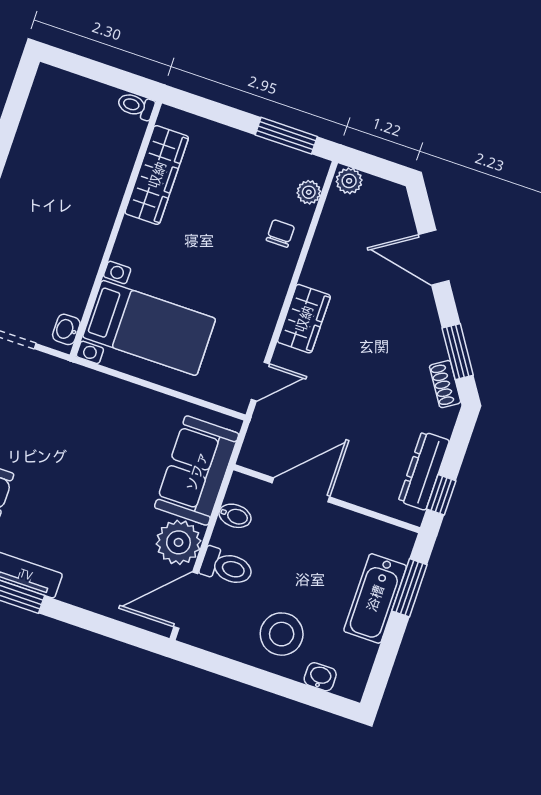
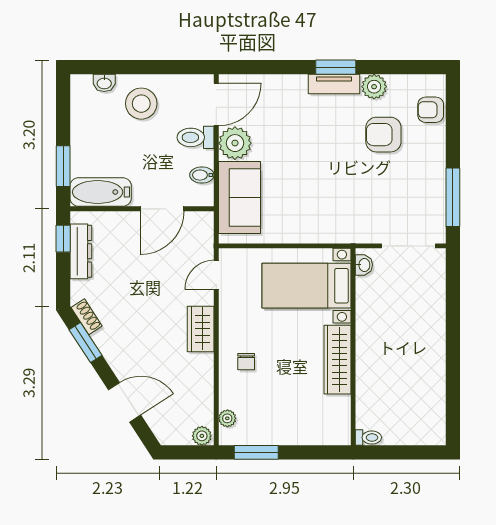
wardrobe: (157, 175) -> (337, 360), moved
chair: (280, 233) -> (246, 362), moved
bathtub: (375, 598) -> (101, 192), moved, turned -90

